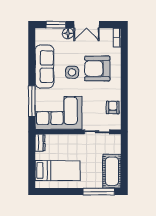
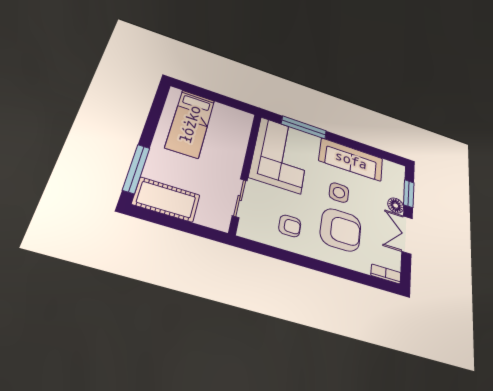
armchair: (97, 69) -> (341, 230), turned 90
armchair: (113, 107) -> (290, 226), moved
dresser: (40, 143) -> (240, 116), removed

